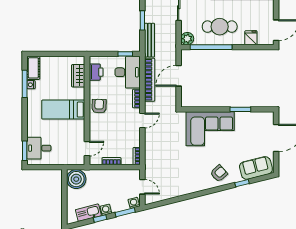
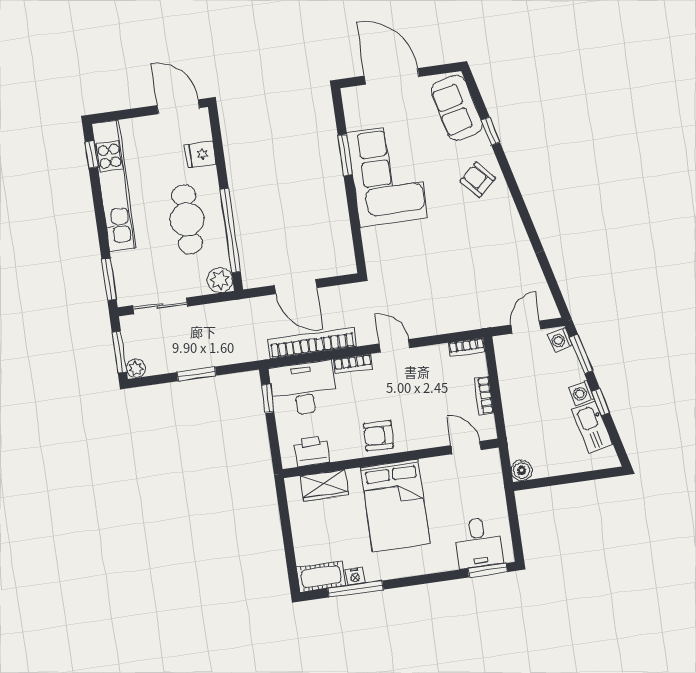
bench: (150, 40) -> (234, 354), removed
bed: (63, 110) -> (395, 506), width x1.50
corner sofa: (210, 129) -> (387, 175), moved
boiler: (76, 179) -> (522, 470), width x0.54, depth x0.54

